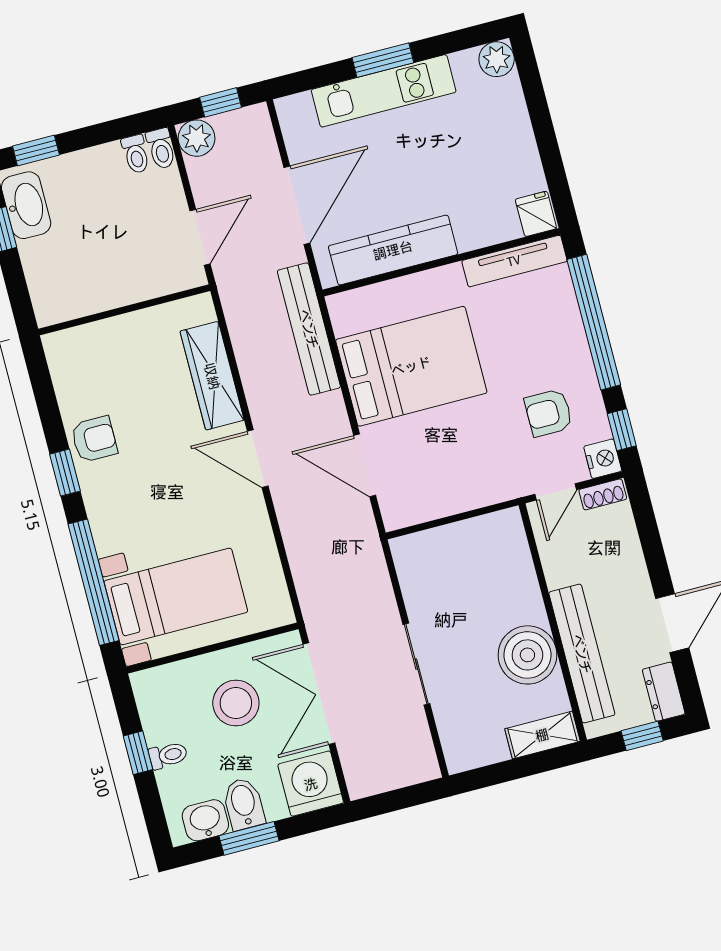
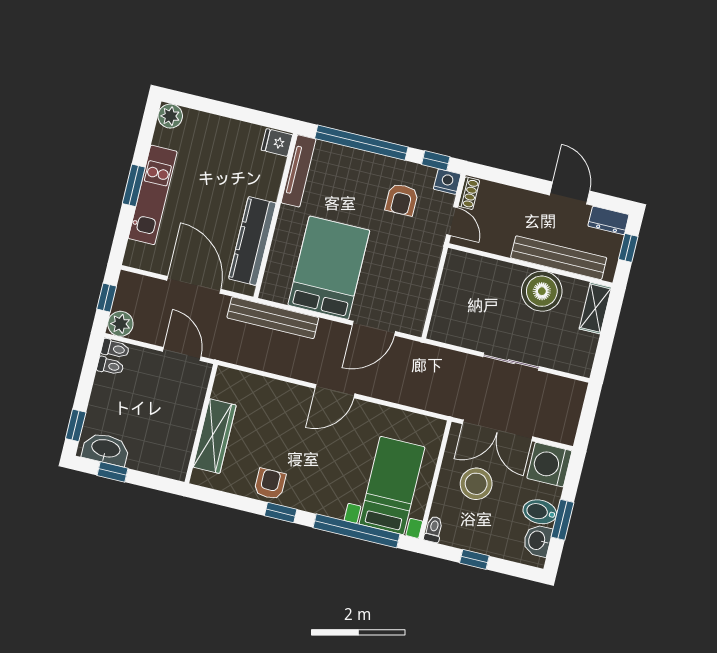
wardrobe: (212, 376) -> (215, 436), moved, turned -90
toilet: (168, 755) -> (434, 529), moved

